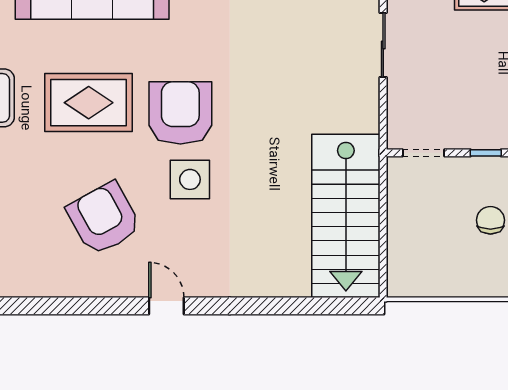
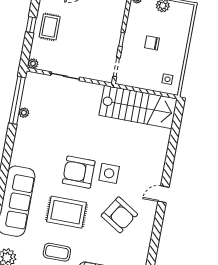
rug: (89, 103) -> (67, 212), turned 90
armchair: (104, 219) -> (119, 215), turned -119
side table: (418, 268) -> (167, 79), added

